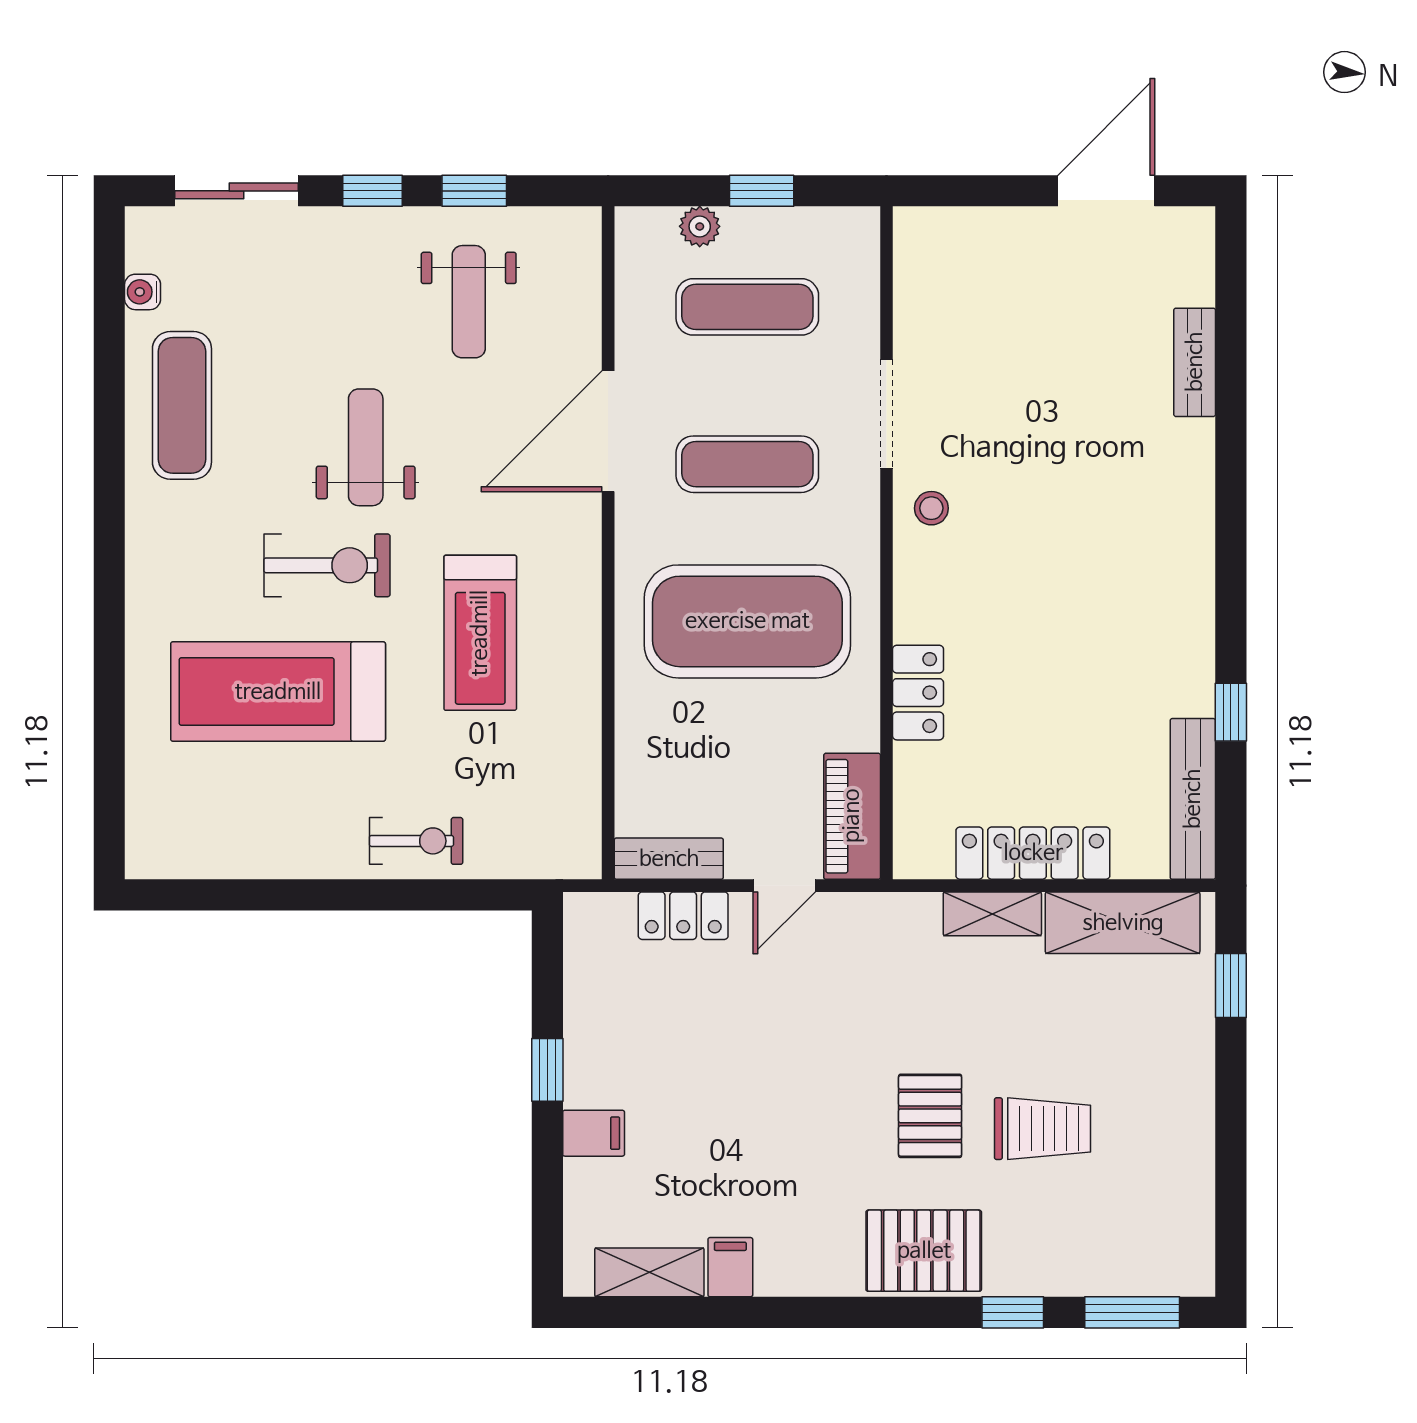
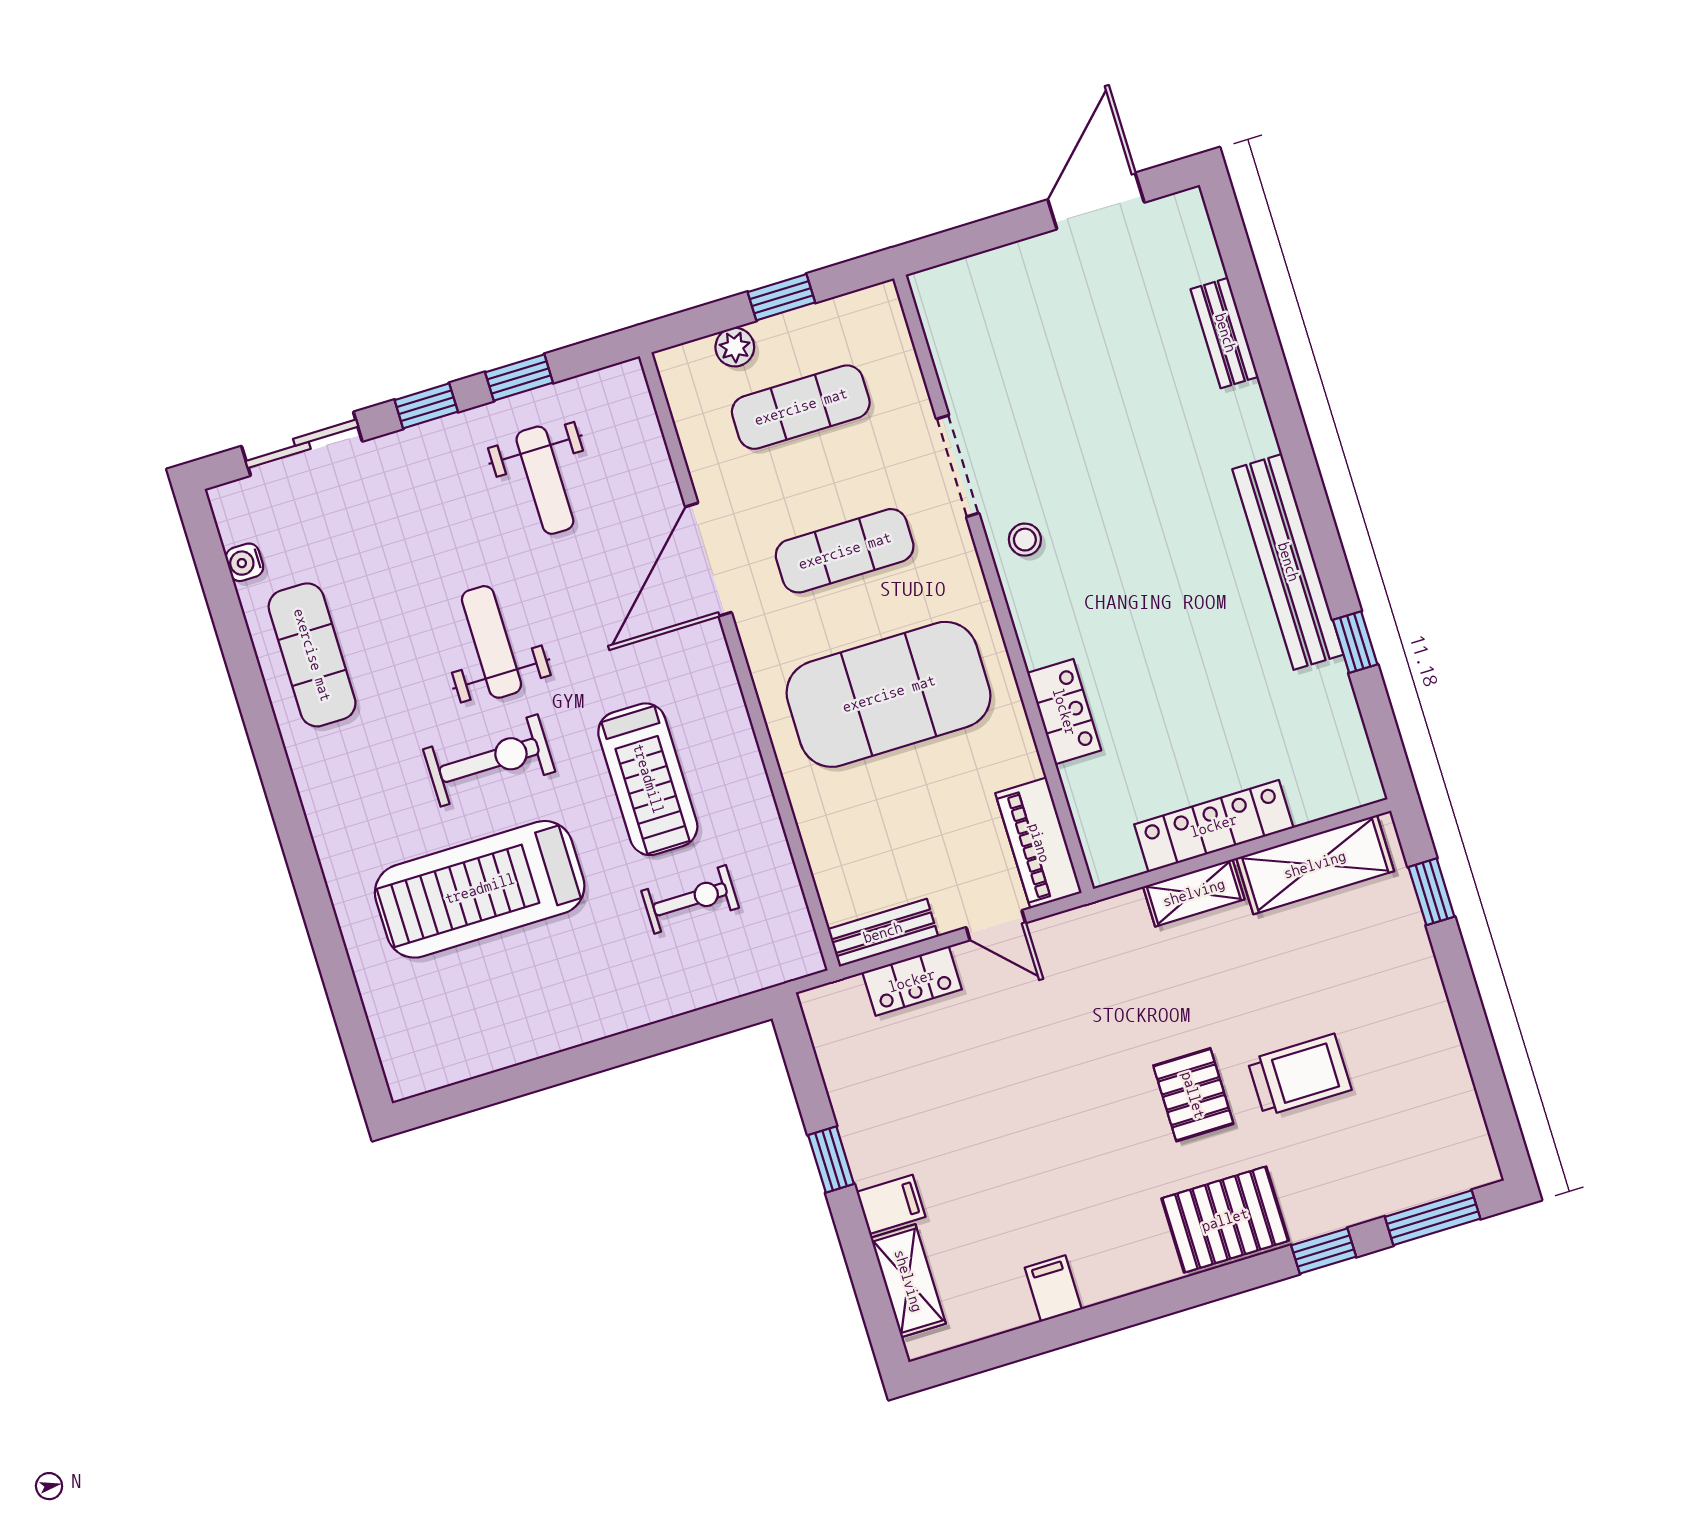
bench: (1193, 799) -> (1288, 562), moved, width x1.37, depth x1.21
exercise bike: (416, 841) -> (690, 899), moved
door: (784, 886) -> (996, 925), hinge flipped
shelving: (649, 1272) -> (908, 1281), moved, turned 90

